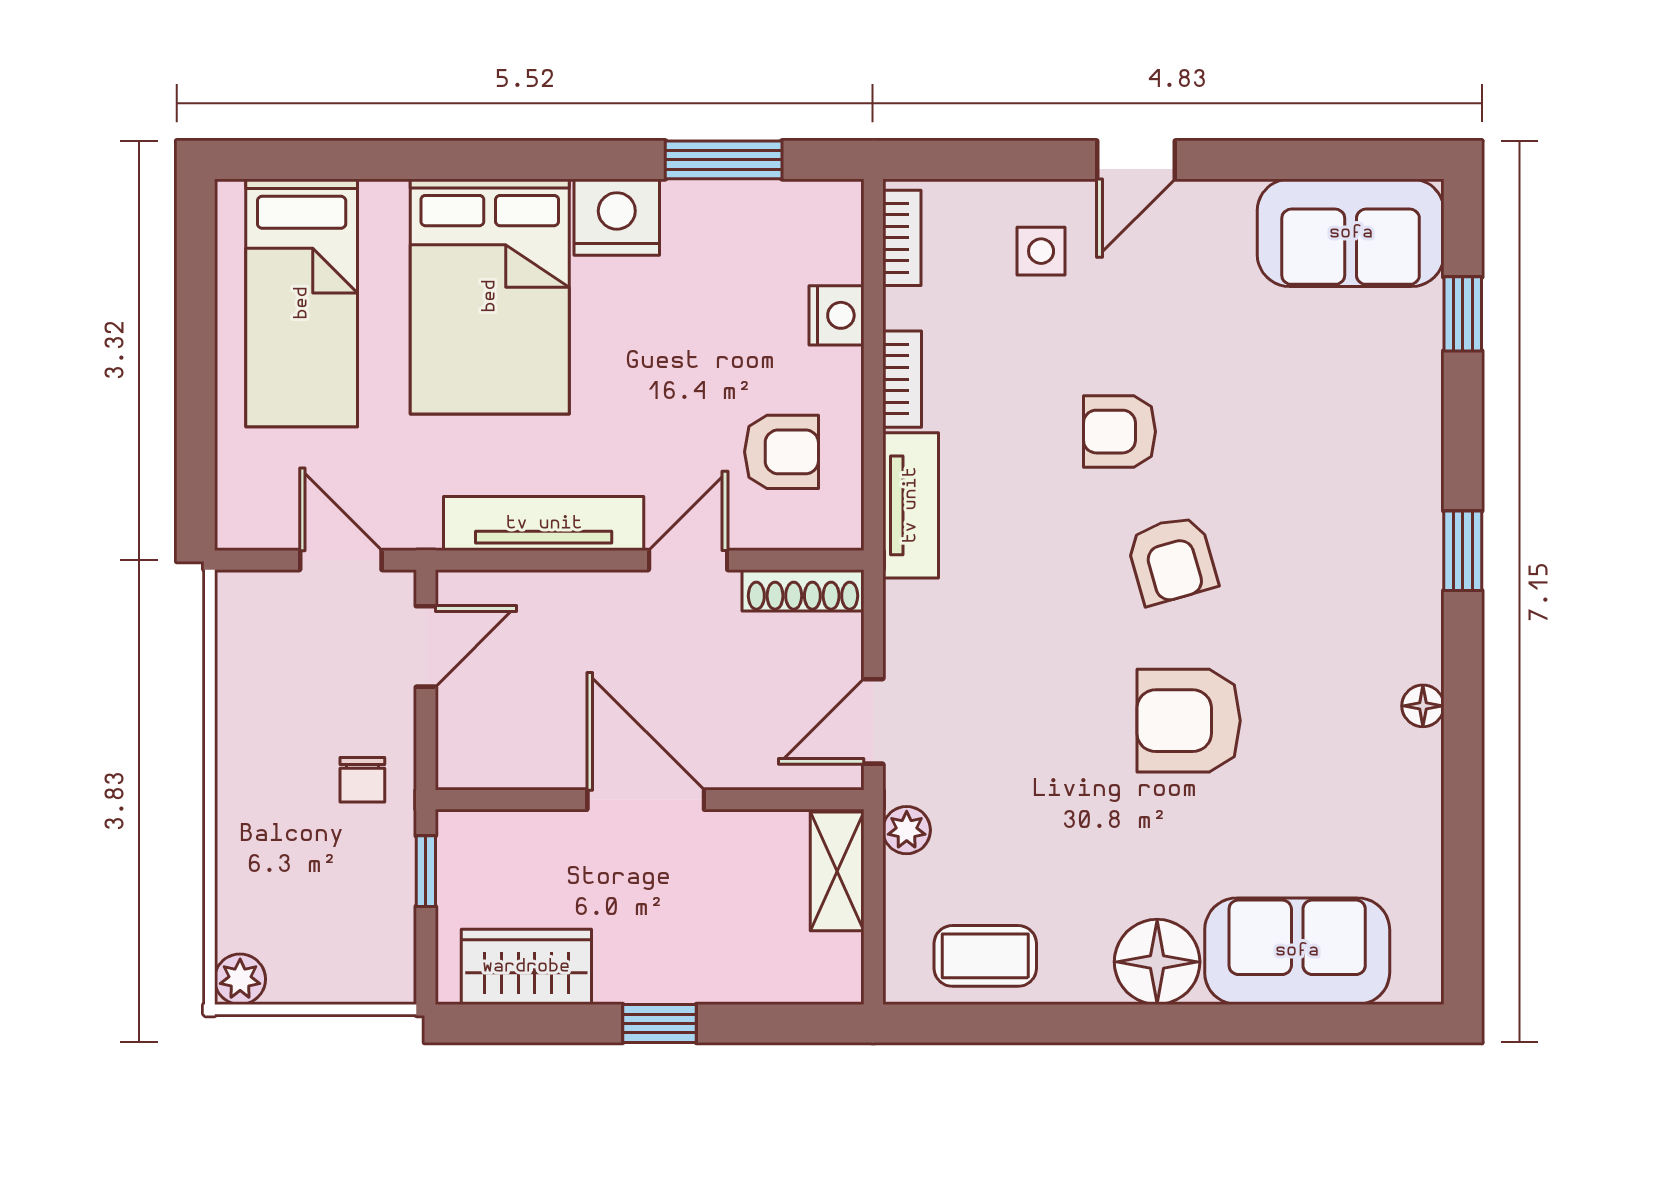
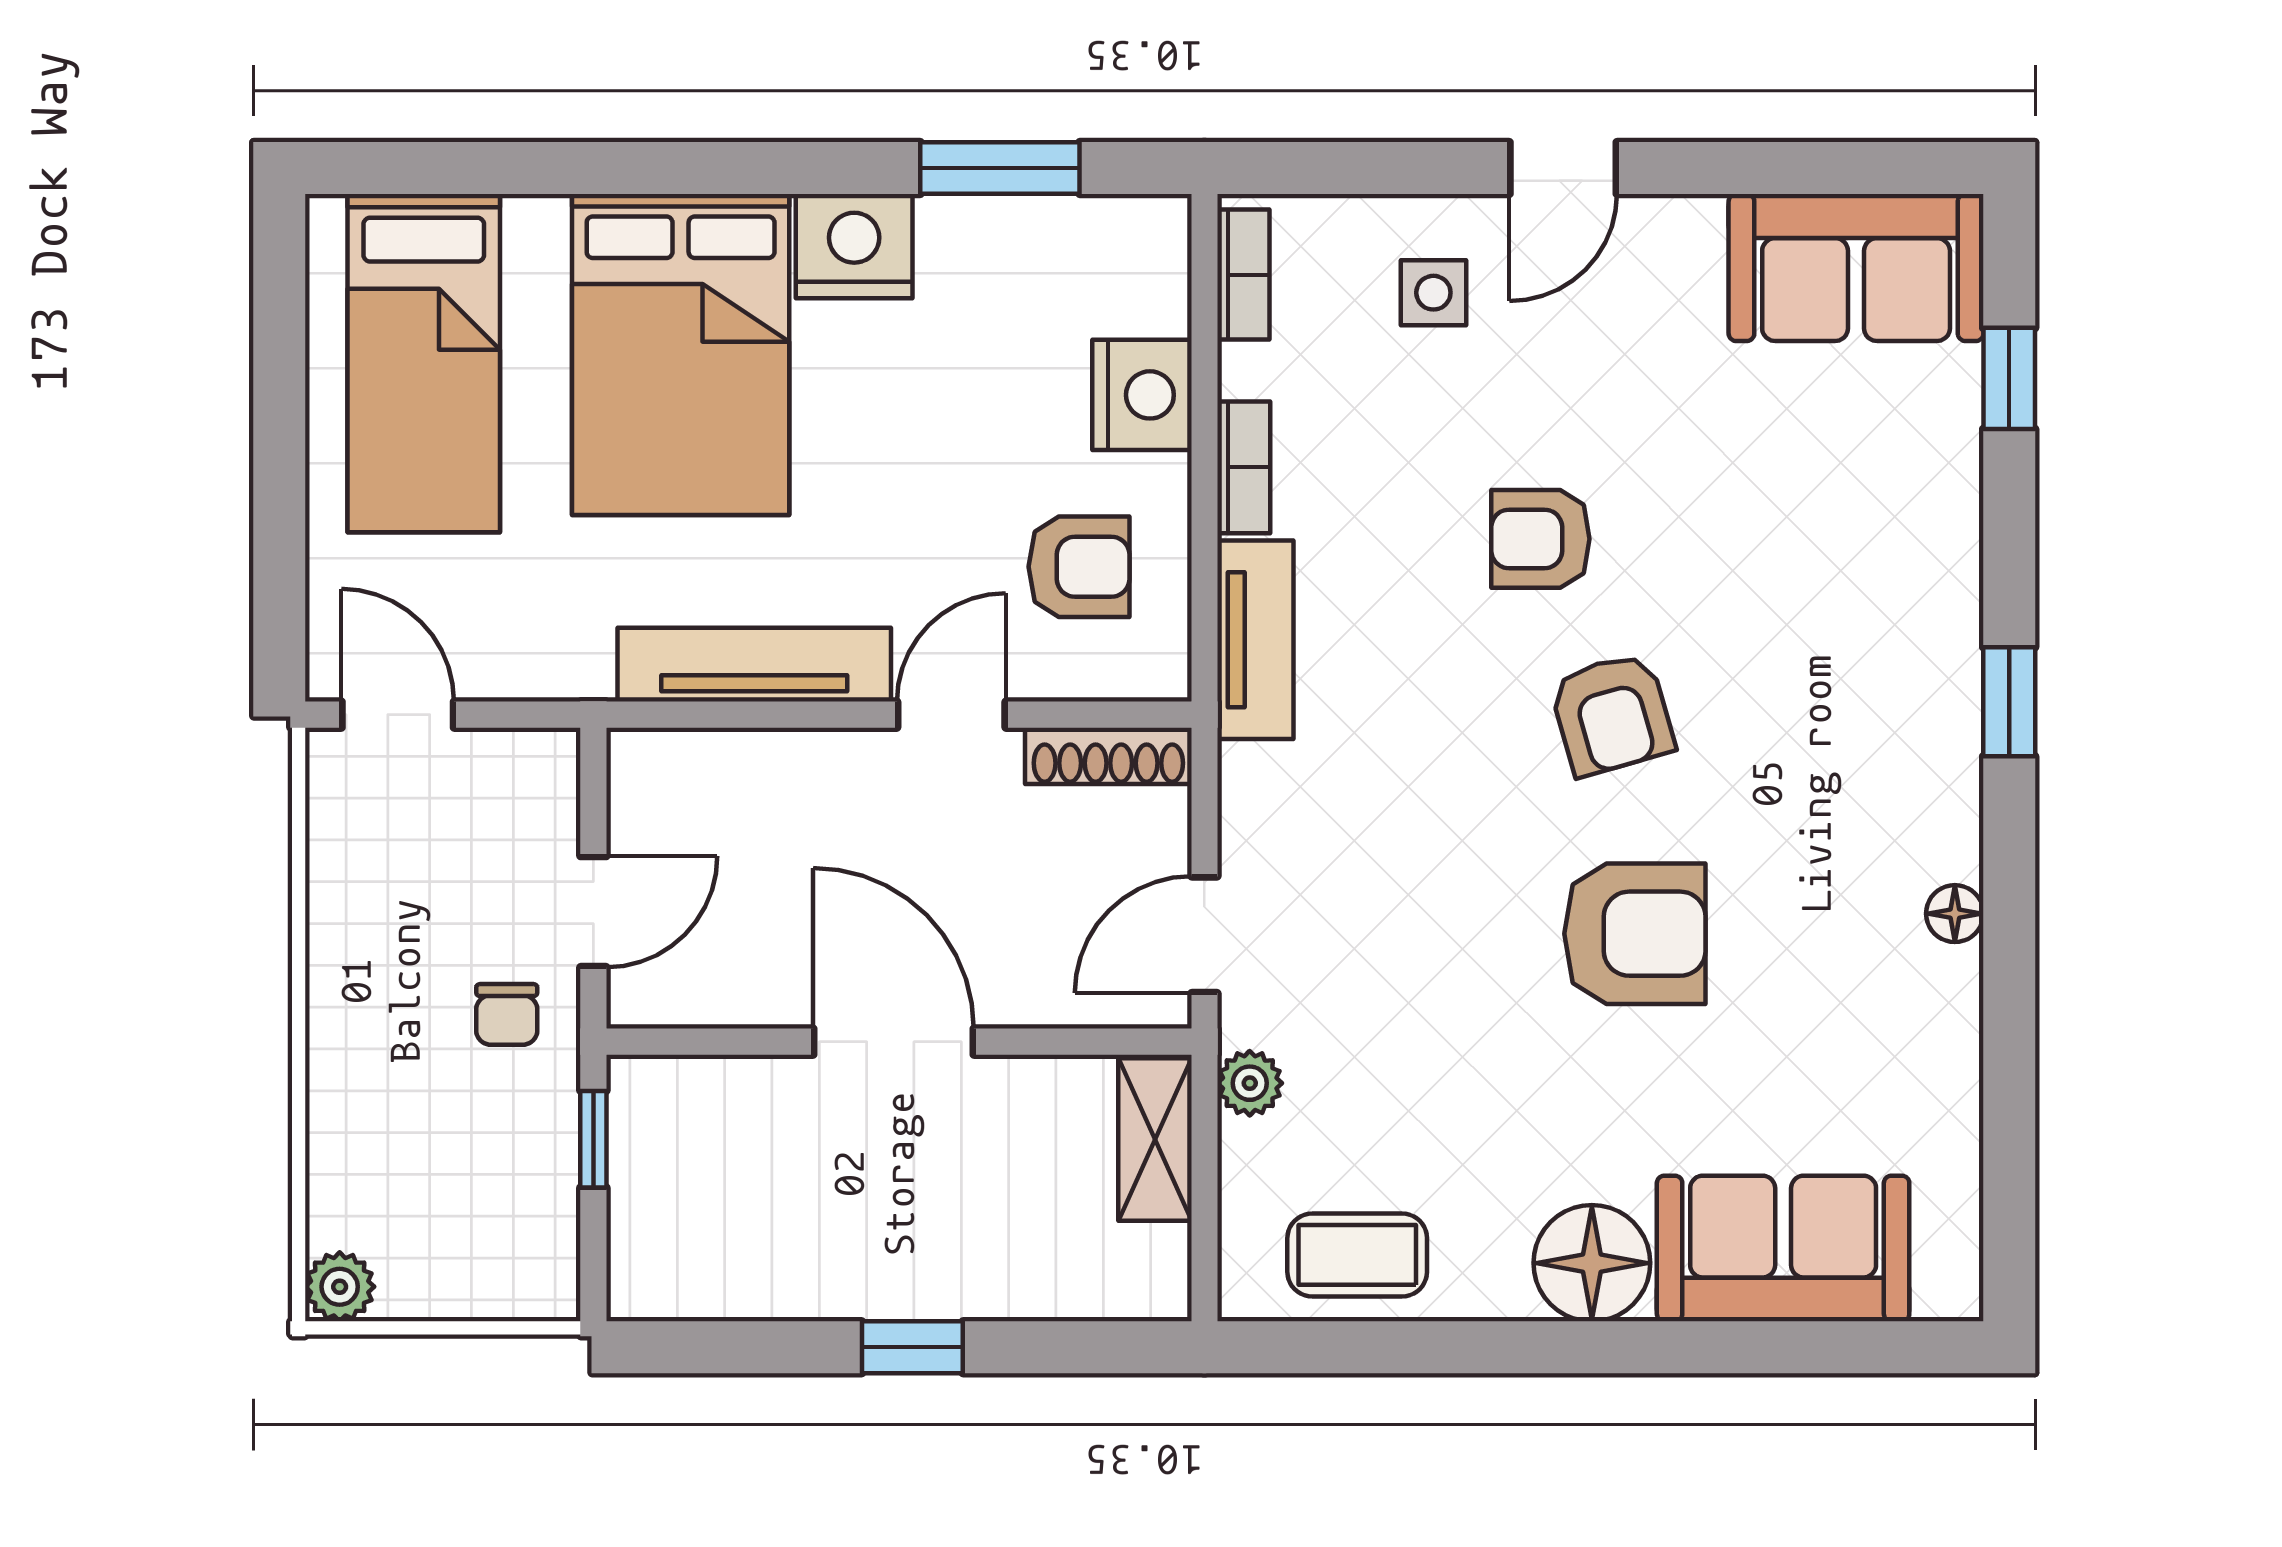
nightstand: (837, 315) -> (1142, 395), width x1.36, depth x1.33
door: (341, 560) -> (398, 715), moved
door: (426, 646) -> (593, 912), moved
armchair: (1189, 721) -> (1635, 934), turned 180
wardrobe: (526, 967) -> (731, 1270), removed

